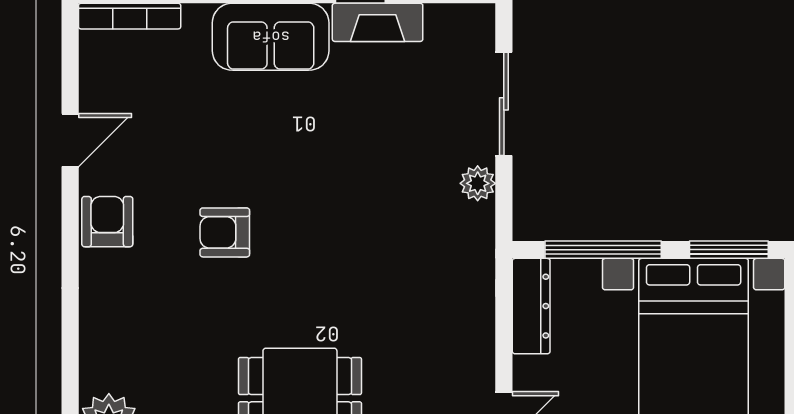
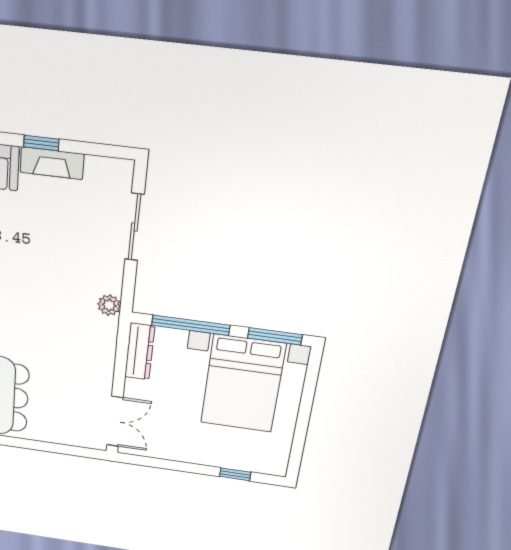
plant: (478, 183) -> (109, 305), moved

